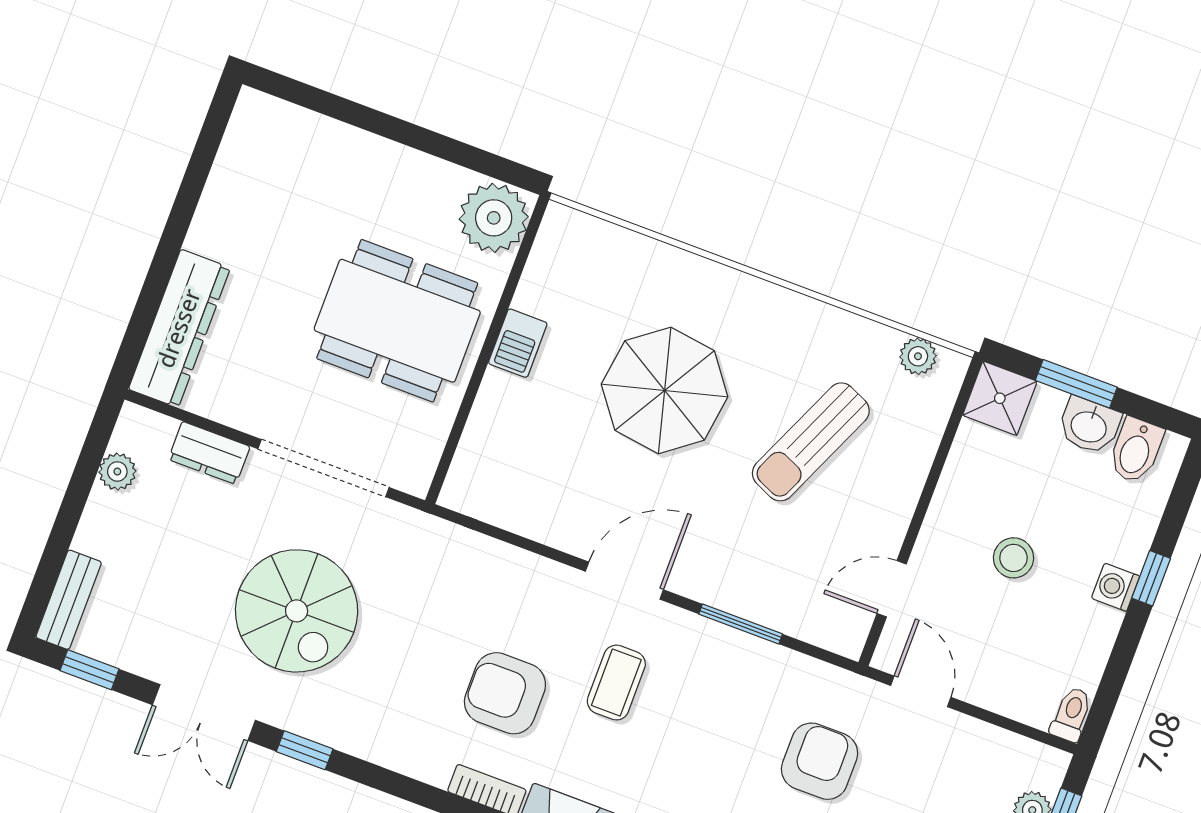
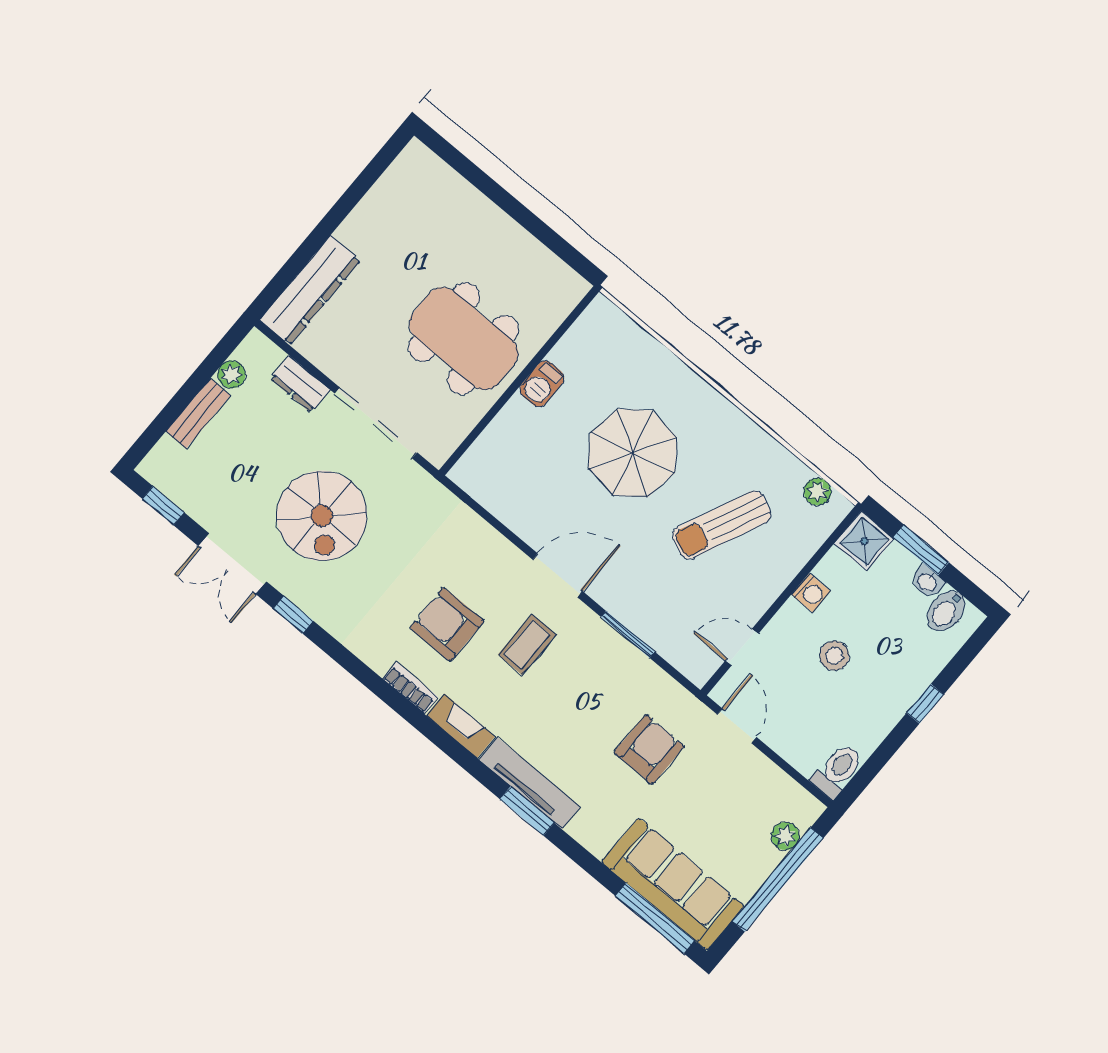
plant: (494, 218) -> (556, 291), removed
washbasin: (1089, 426) -> (927, 582), width x0.72, depth x0.69
washing machine: (1116, 587) -> (811, 593), moved, turned 180
bench: (69, 600) -> (198, 413), moved
toilet: (1071, 714) -> (837, 770), width x1.37, depth x1.39

